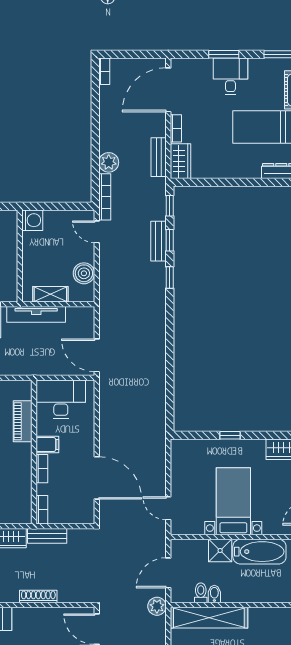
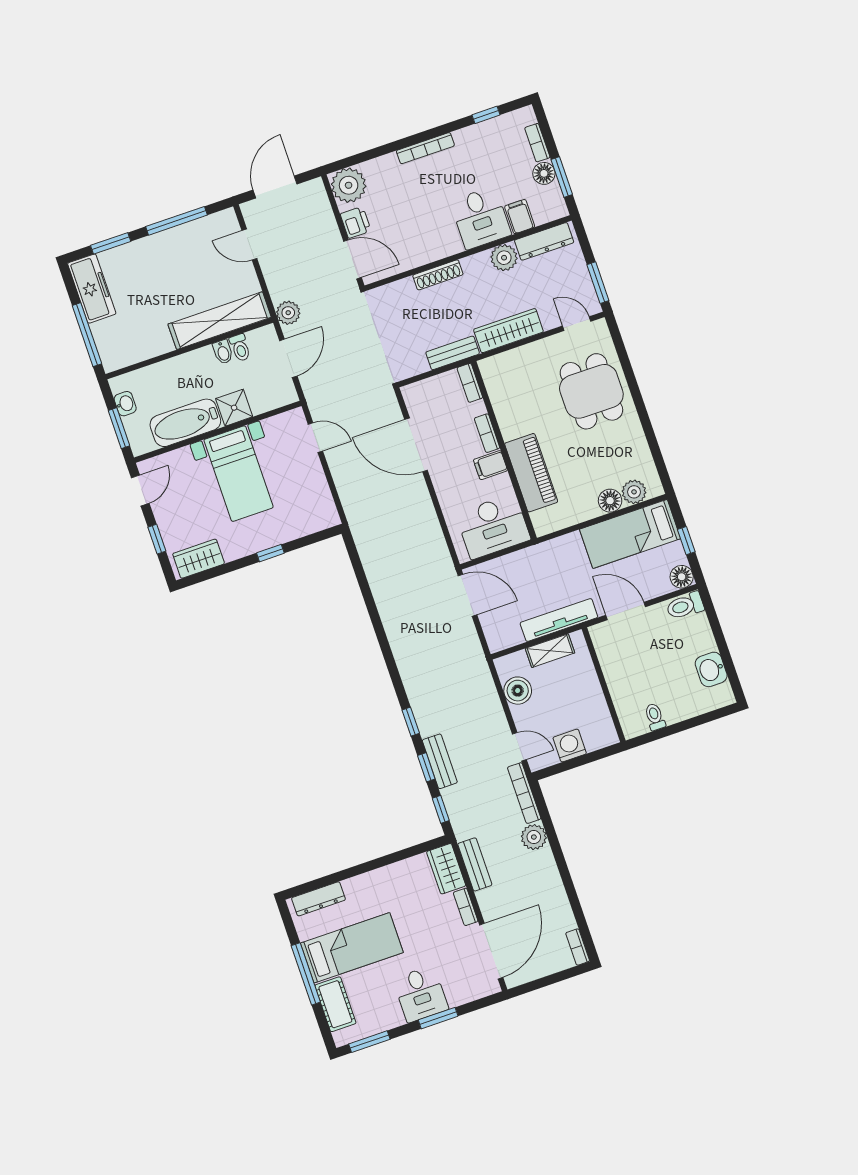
washing machine: (32, 220) -> (570, 746), moved, turned 90
piano: (23, 421) -> (531, 473), width x1.37, depth x1.33

